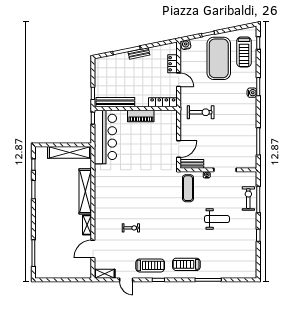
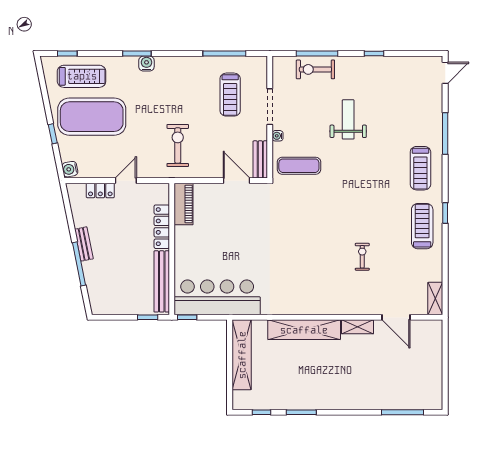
locker: (163, 102) -> (162, 227), moved
piano: (141, 116) -> (184, 204), moved
treadmill: (233, 145) -> (230, 95), added
door: (126, 280) -> (445, 73), moved

